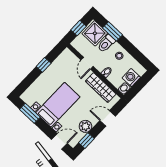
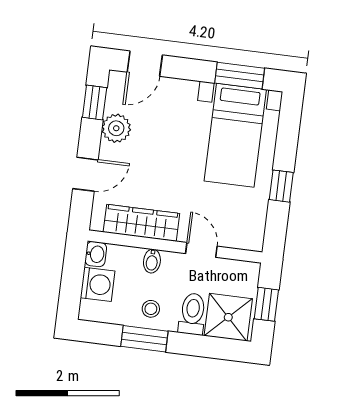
window: (112, 31) -> (144, 339), moved
bed with nightstands: (58, 105) -> (235, 135), moved

